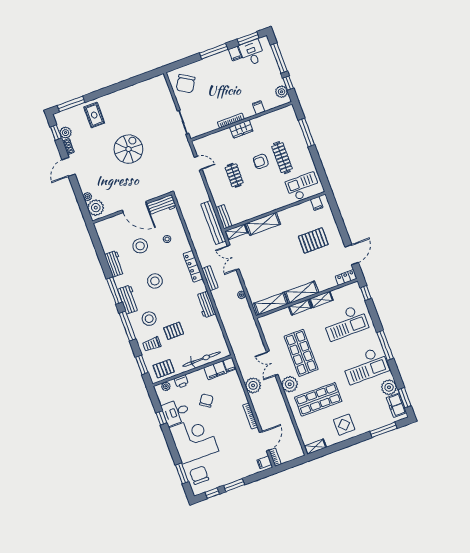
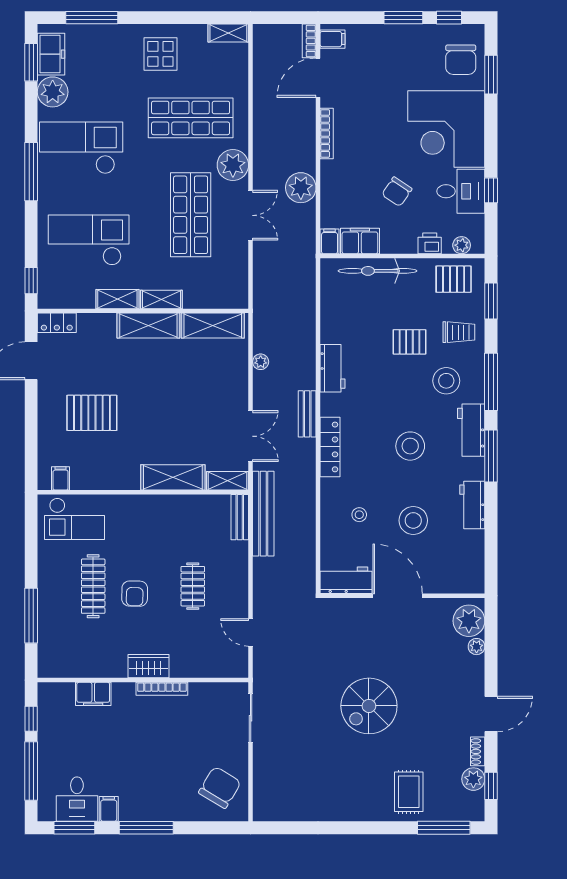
plant: (282, 92) -> (49, 707), removed
filing cabinet: (259, 108) -> (93, 694), width x2.00
armchair: (261, 161) -> (135, 594), turned 91

